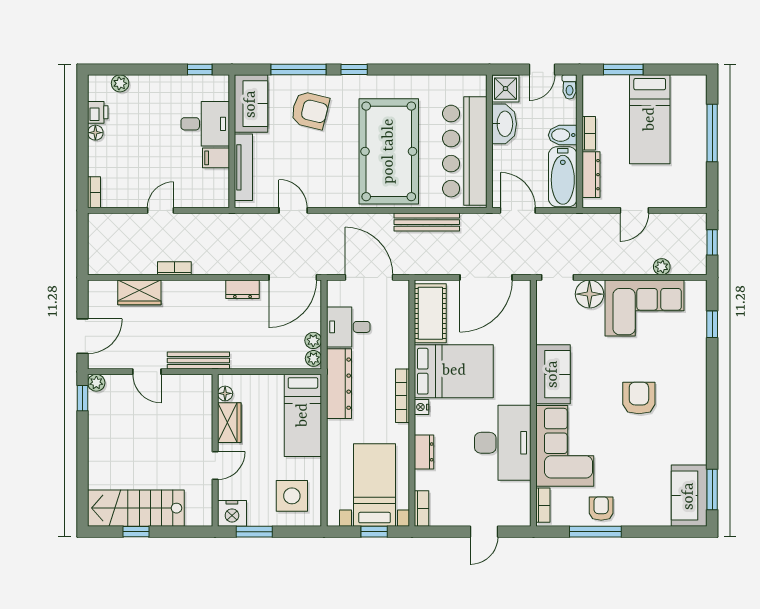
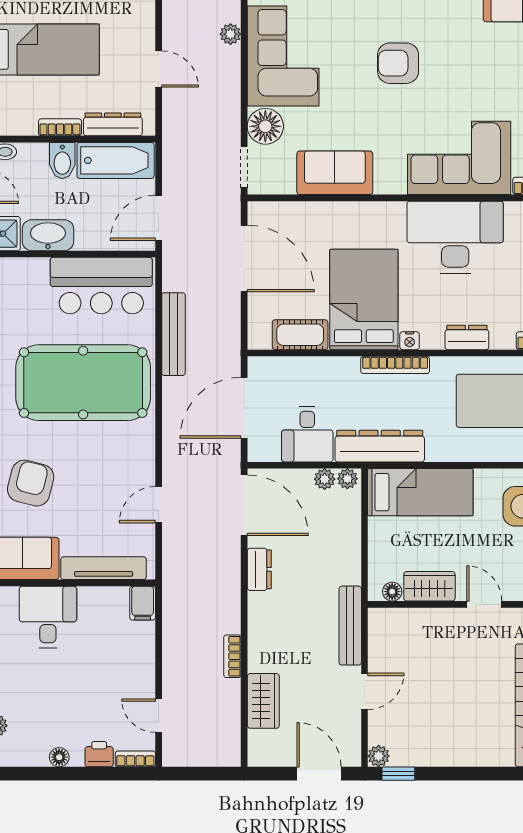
printer: (98, 112) -> (99, 754), moved
bar counter: (465, 151) -> (101, 286), width x0.73
filing cabinet: (216, 158) -> (143, 603), moved
door: (161, 210) -> (159, 716), moved
cot: (430, 313) -> (300, 335), width x0.73, depth x0.75
sofa: (553, 374) -> (335, 173), moved

